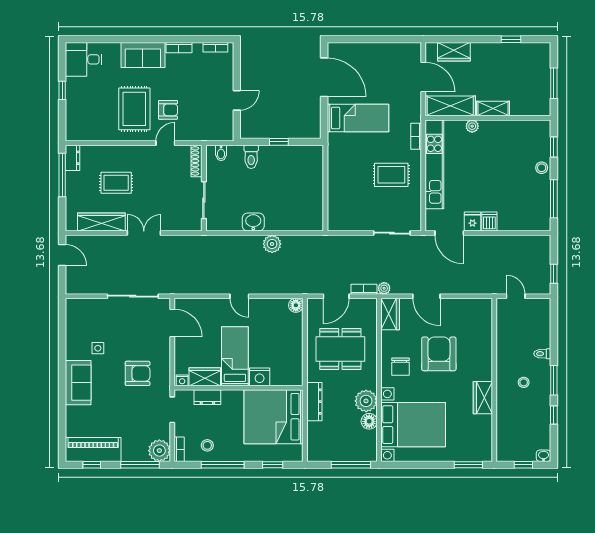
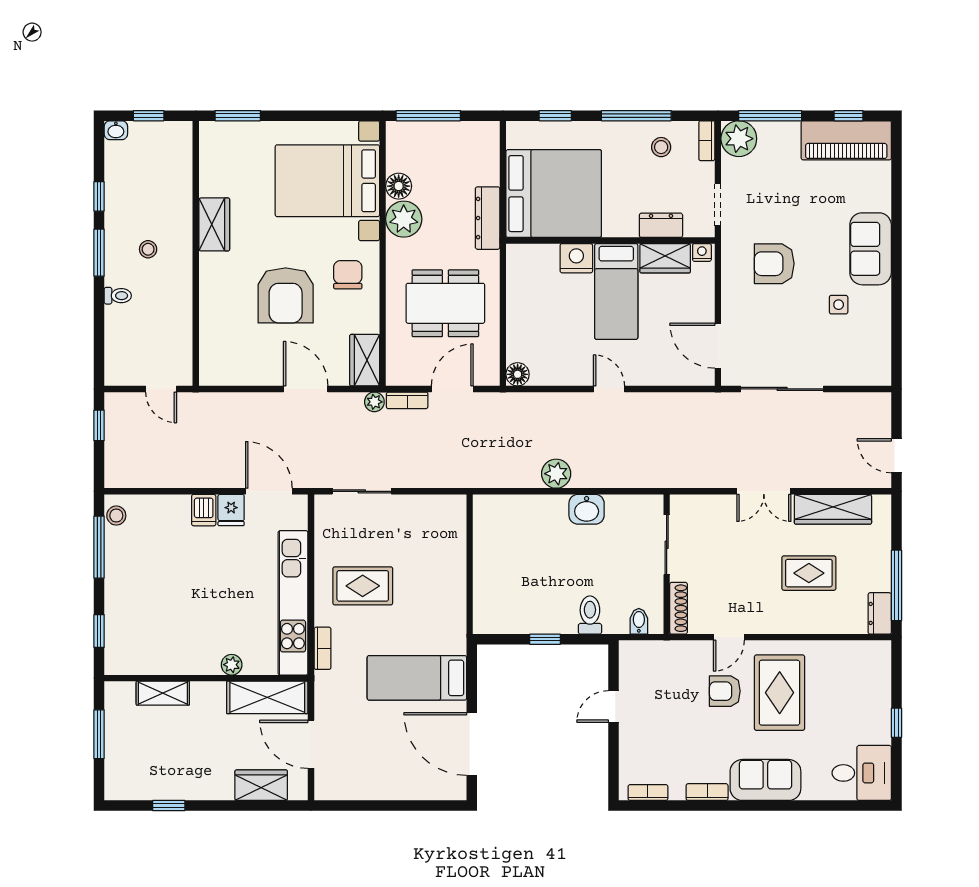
shelving: (493, 109) -> (163, 693), moved
stool: (542, 168) -> (116, 516), moved

